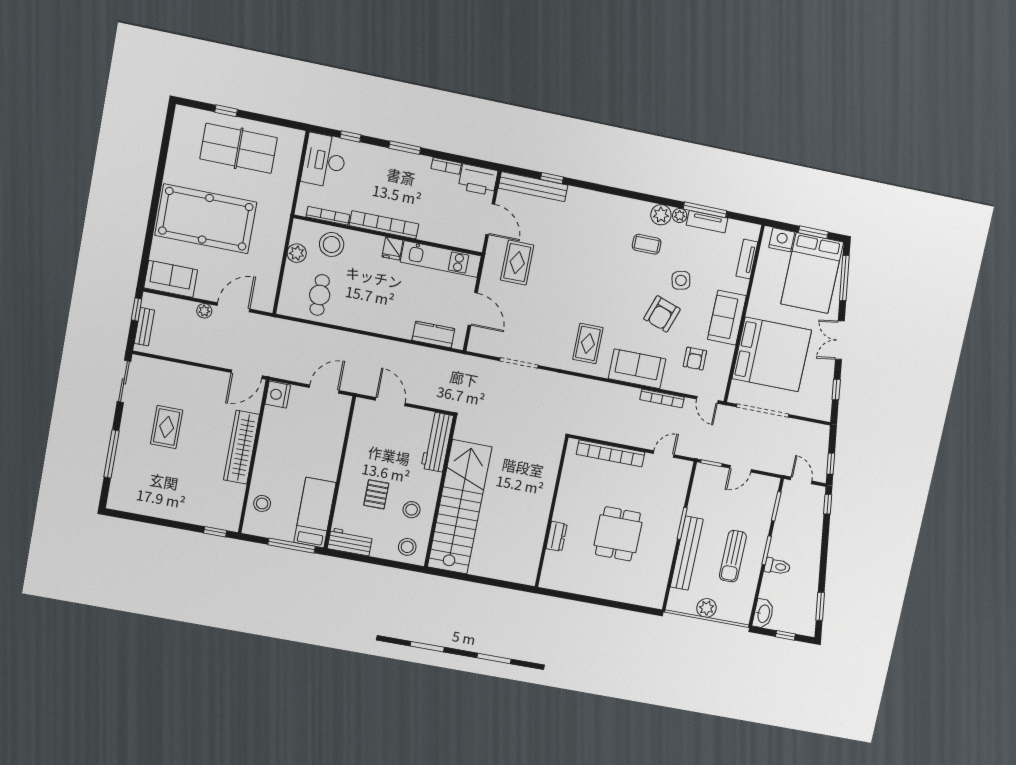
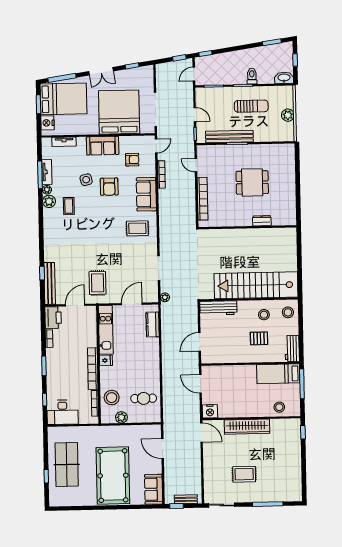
rug: (517, 263) -> (98, 283), turned 90
plant: (204, 311) -> (165, 297), moved
armchair: (662, 314) -> (109, 187), turned 71
bench: (687, 553) -> (229, 137), moved

